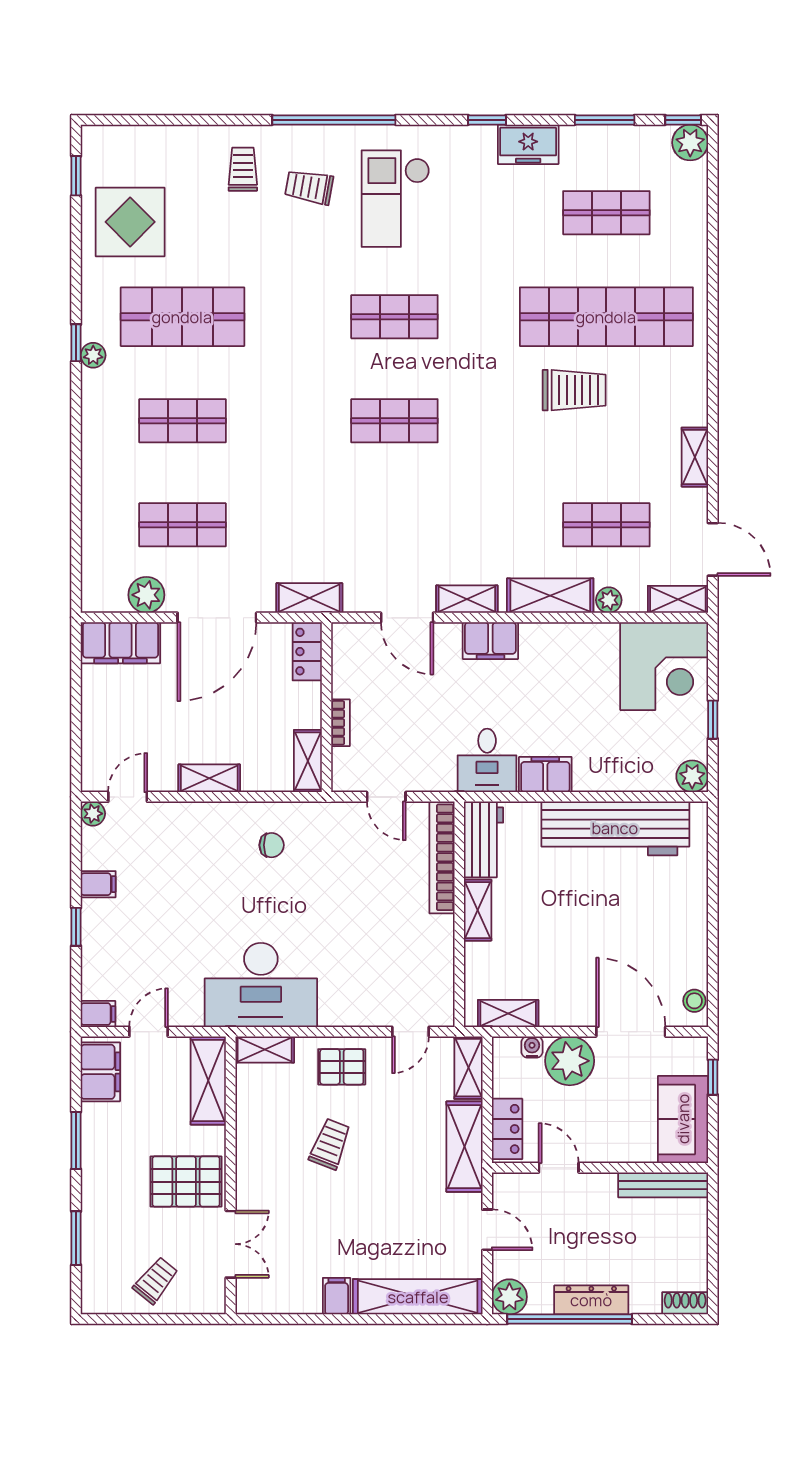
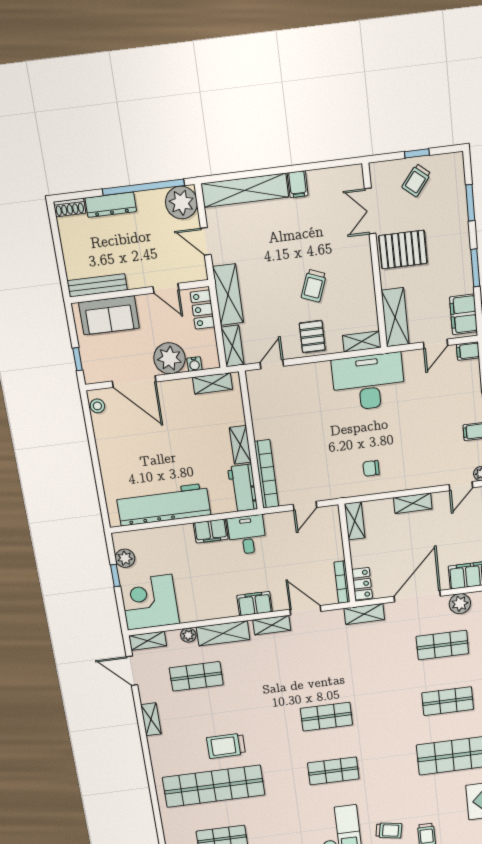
bookcase: (340, 723) -> (342, 582), moved, width x1.56
plant: (692, 776) -> (125, 558), moved
door: (386, 797) -> (305, 506), swing flipped
pallet: (342, 1067) -> (312, 337), turned 90
sofa: (683, 1119) -> (109, 315), moved, turned 90
plant: (509, 1297) -> (181, 203), width x1.36, depth x1.36
dresser: (591, 1300) -> (111, 205), moved
window: (151, 1319) -> (417, 153), added

